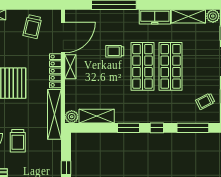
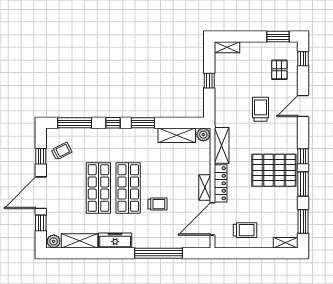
trolley: (32, 27) -> (245, 230), turned 77
shelving: (54, 114) -> (222, 145), width x0.68

